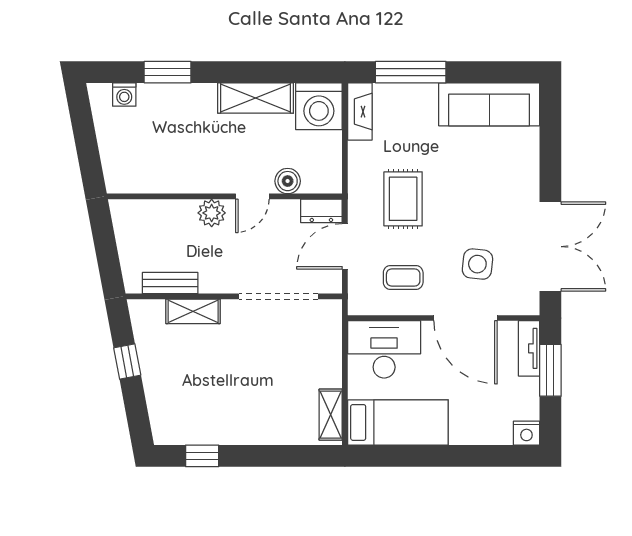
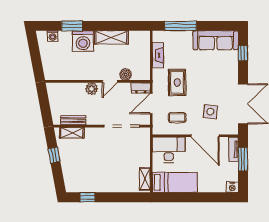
washing machine: (319, 106) -> (83, 41), moved
fireplace: (360, 112) -> (158, 55), moved
window: (550, 133) -> (243, 53), added
shelving: (193, 311) -> (72, 133), moved

